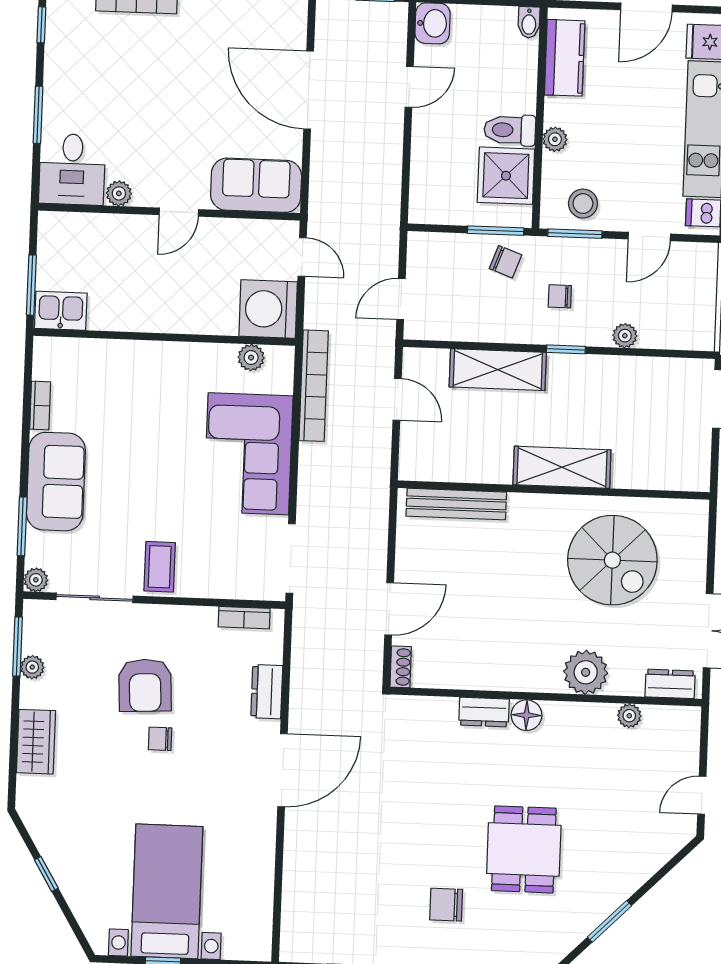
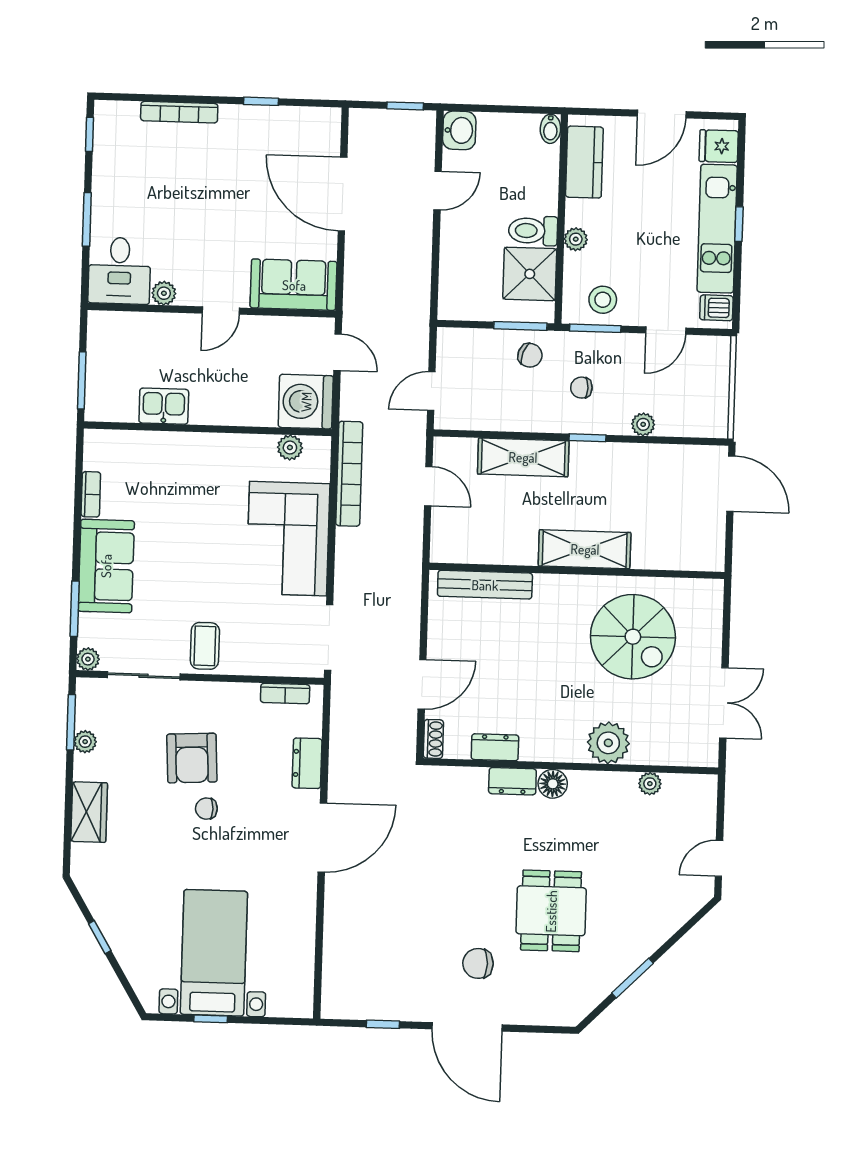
kitchen sink: (61, 311) -> (164, 406), moved
dresser: (670, 684) -> (495, 747), moved

